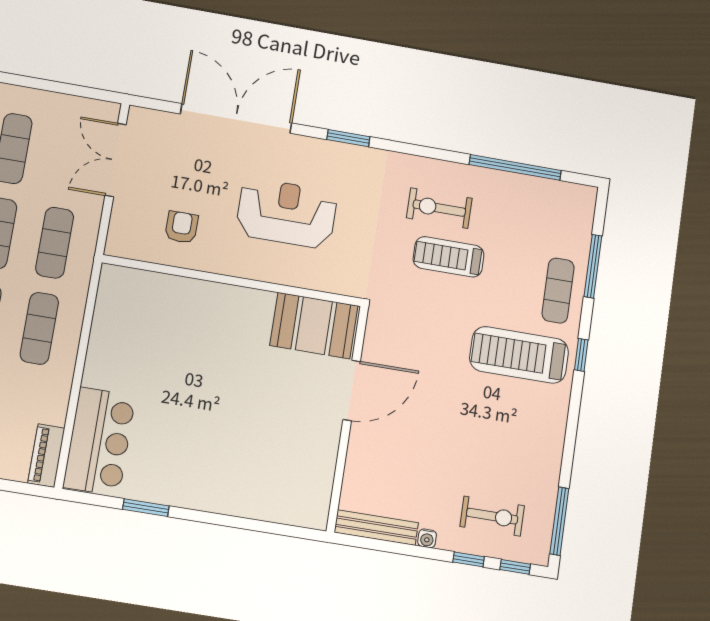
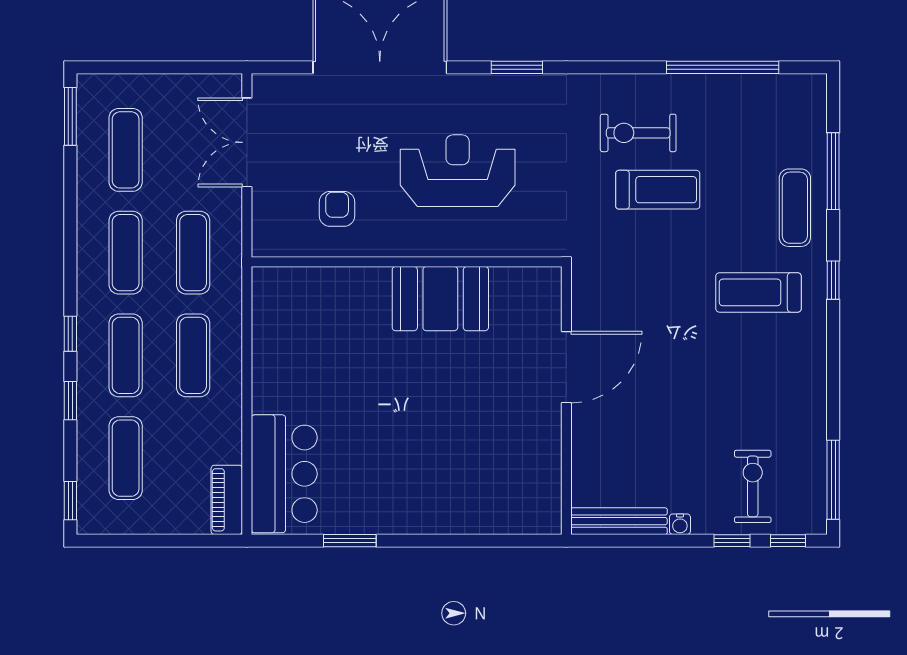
treadmill: (449, 257) -> (658, 190), turned 180
booth: (314, 326) -> (440, 299), moved
treadmill: (519, 355) -> (759, 292), width x0.73, depth x0.73
exercise bike: (492, 516) -> (753, 486), turned -90

